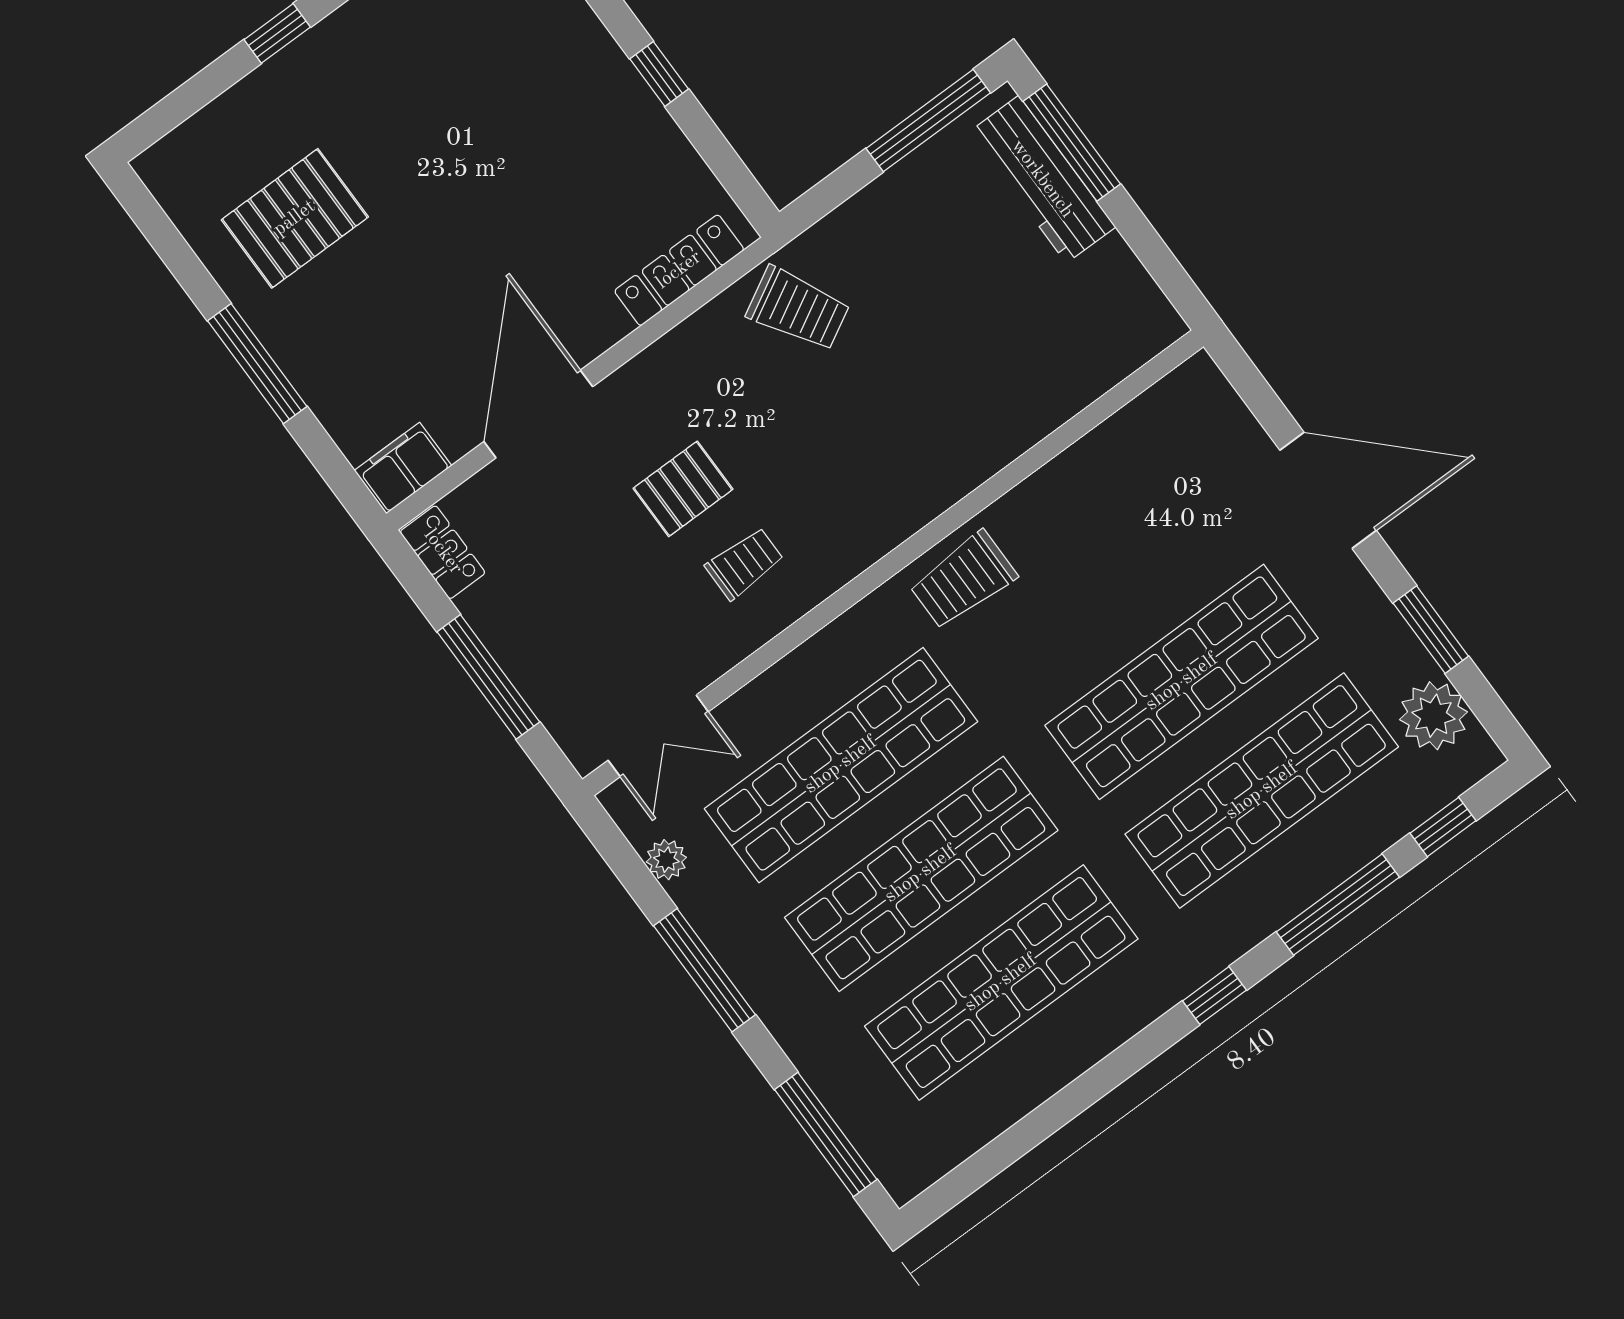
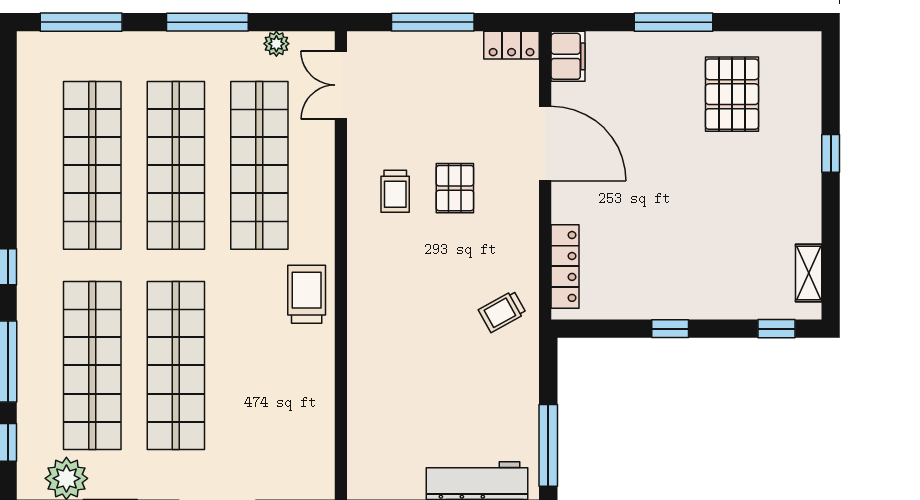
trolley: (798, 309) -> (502, 311), width x0.73, depth x0.72

